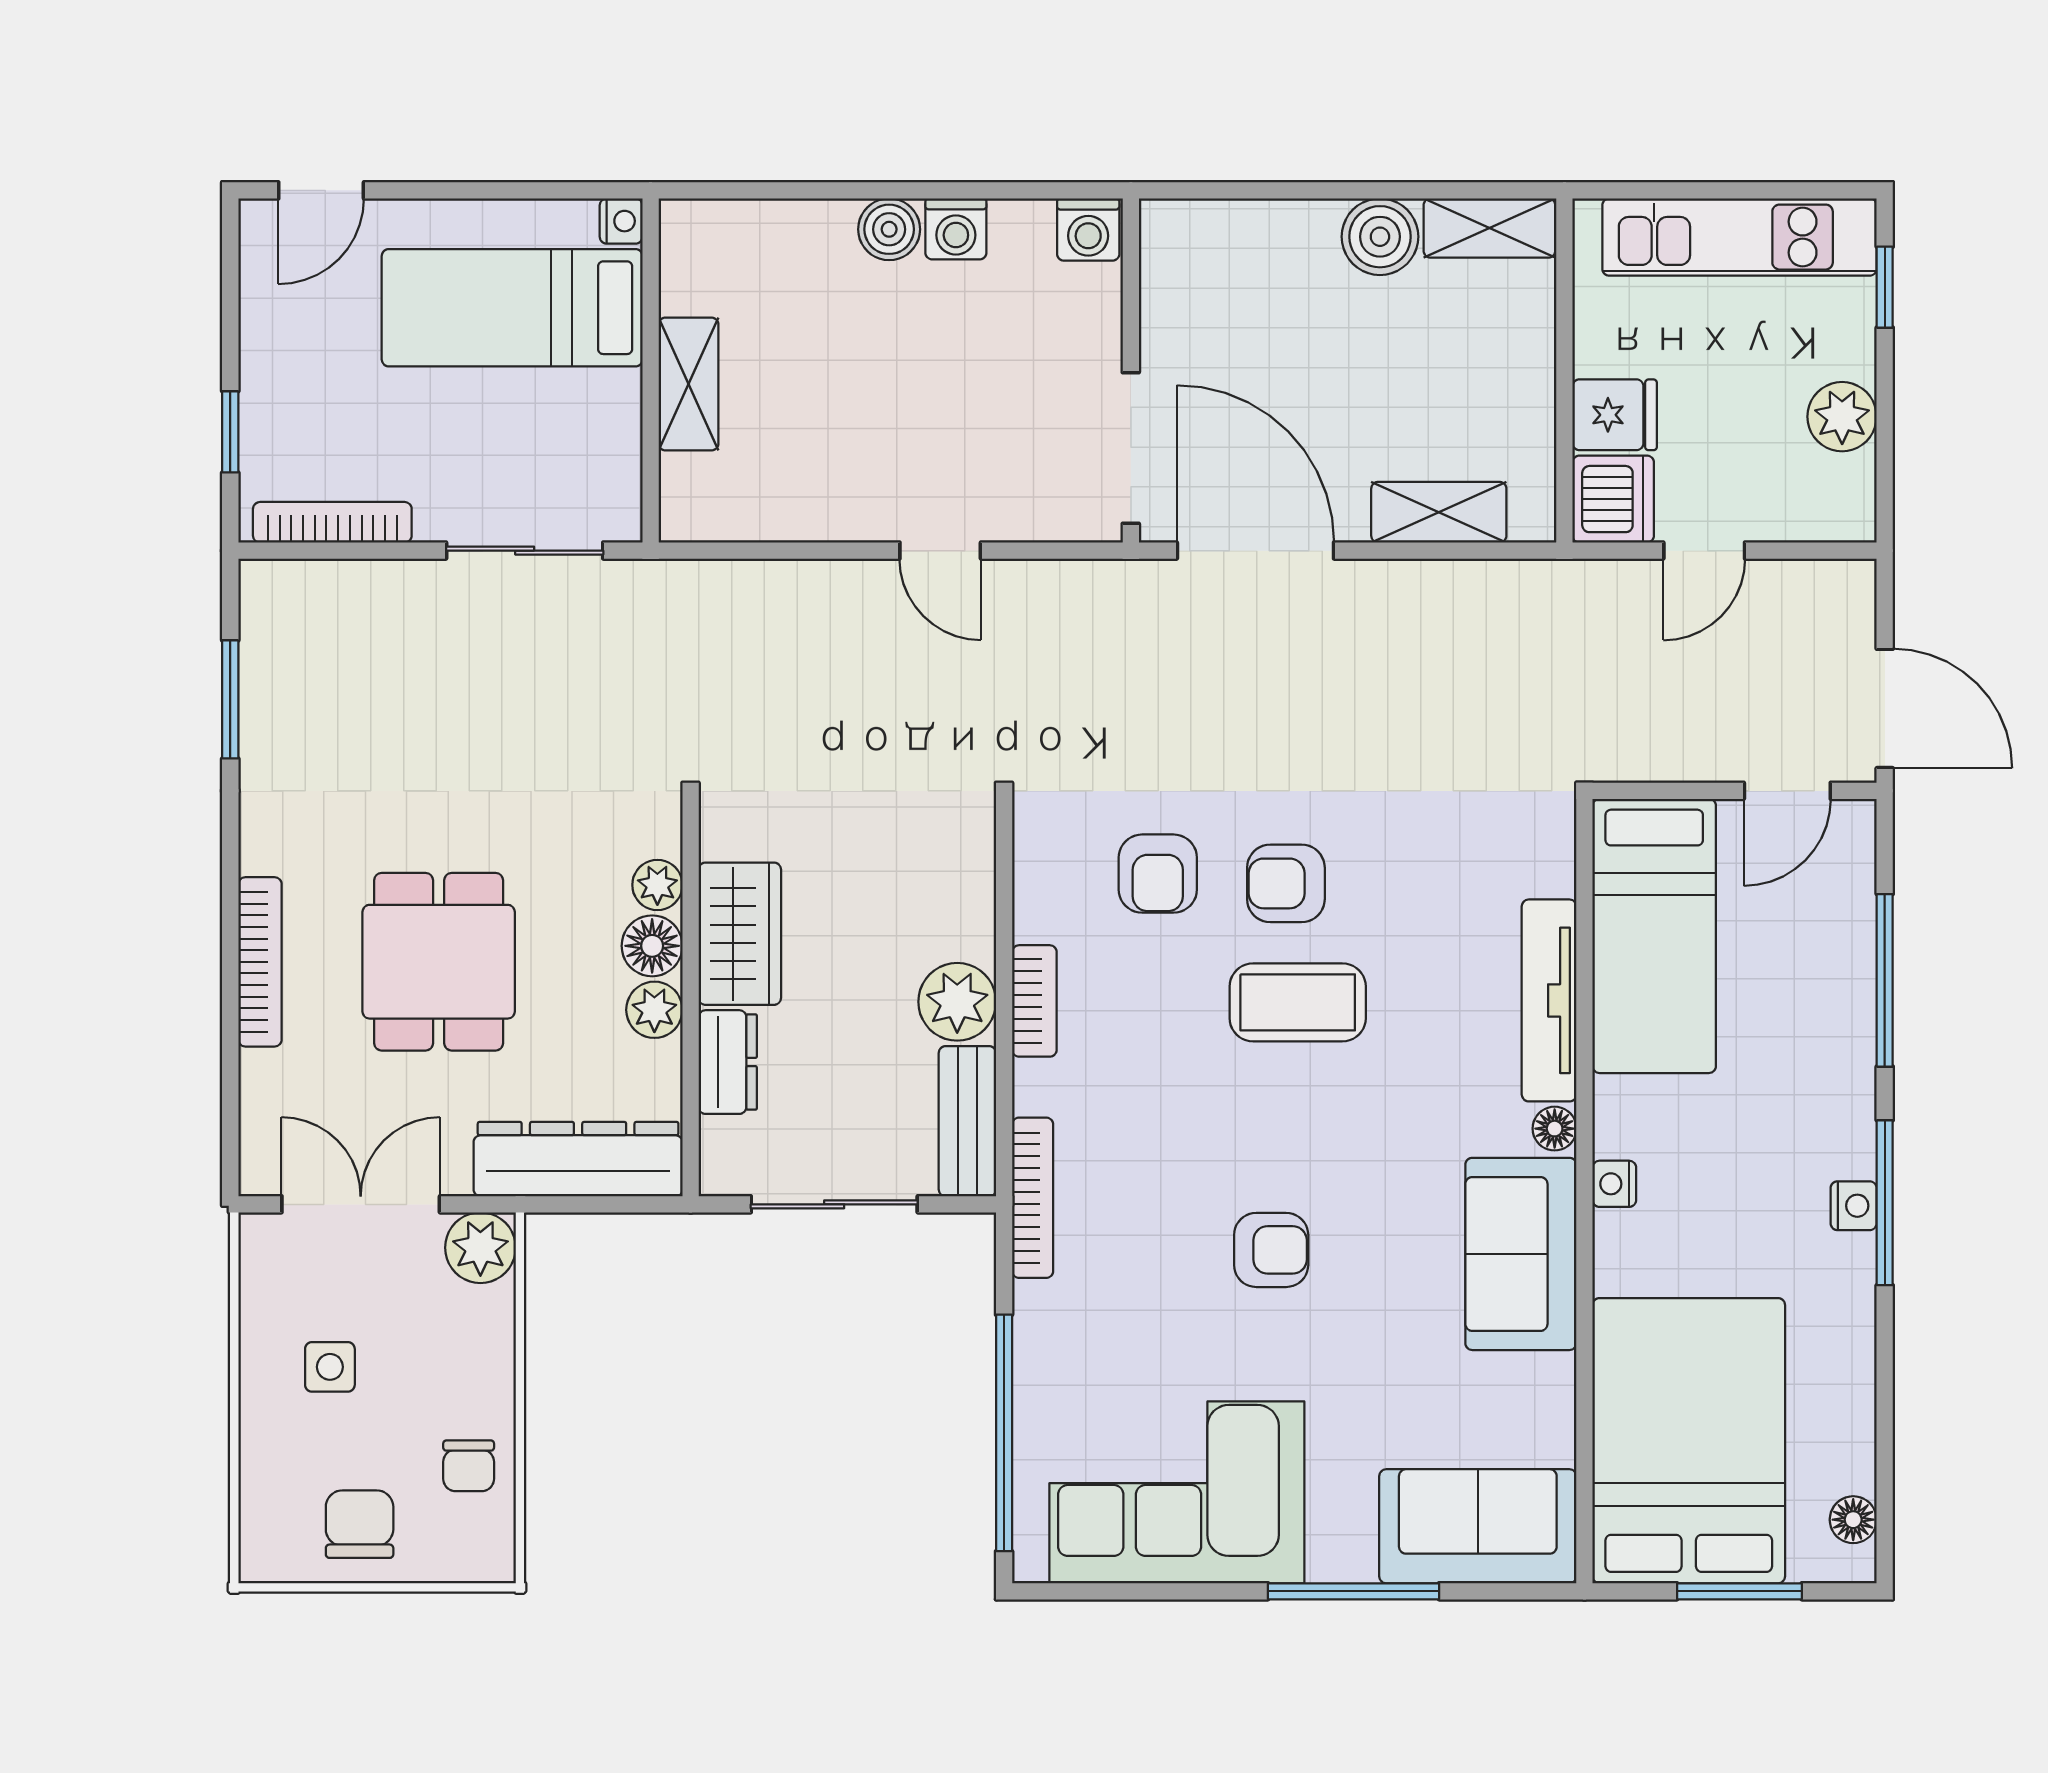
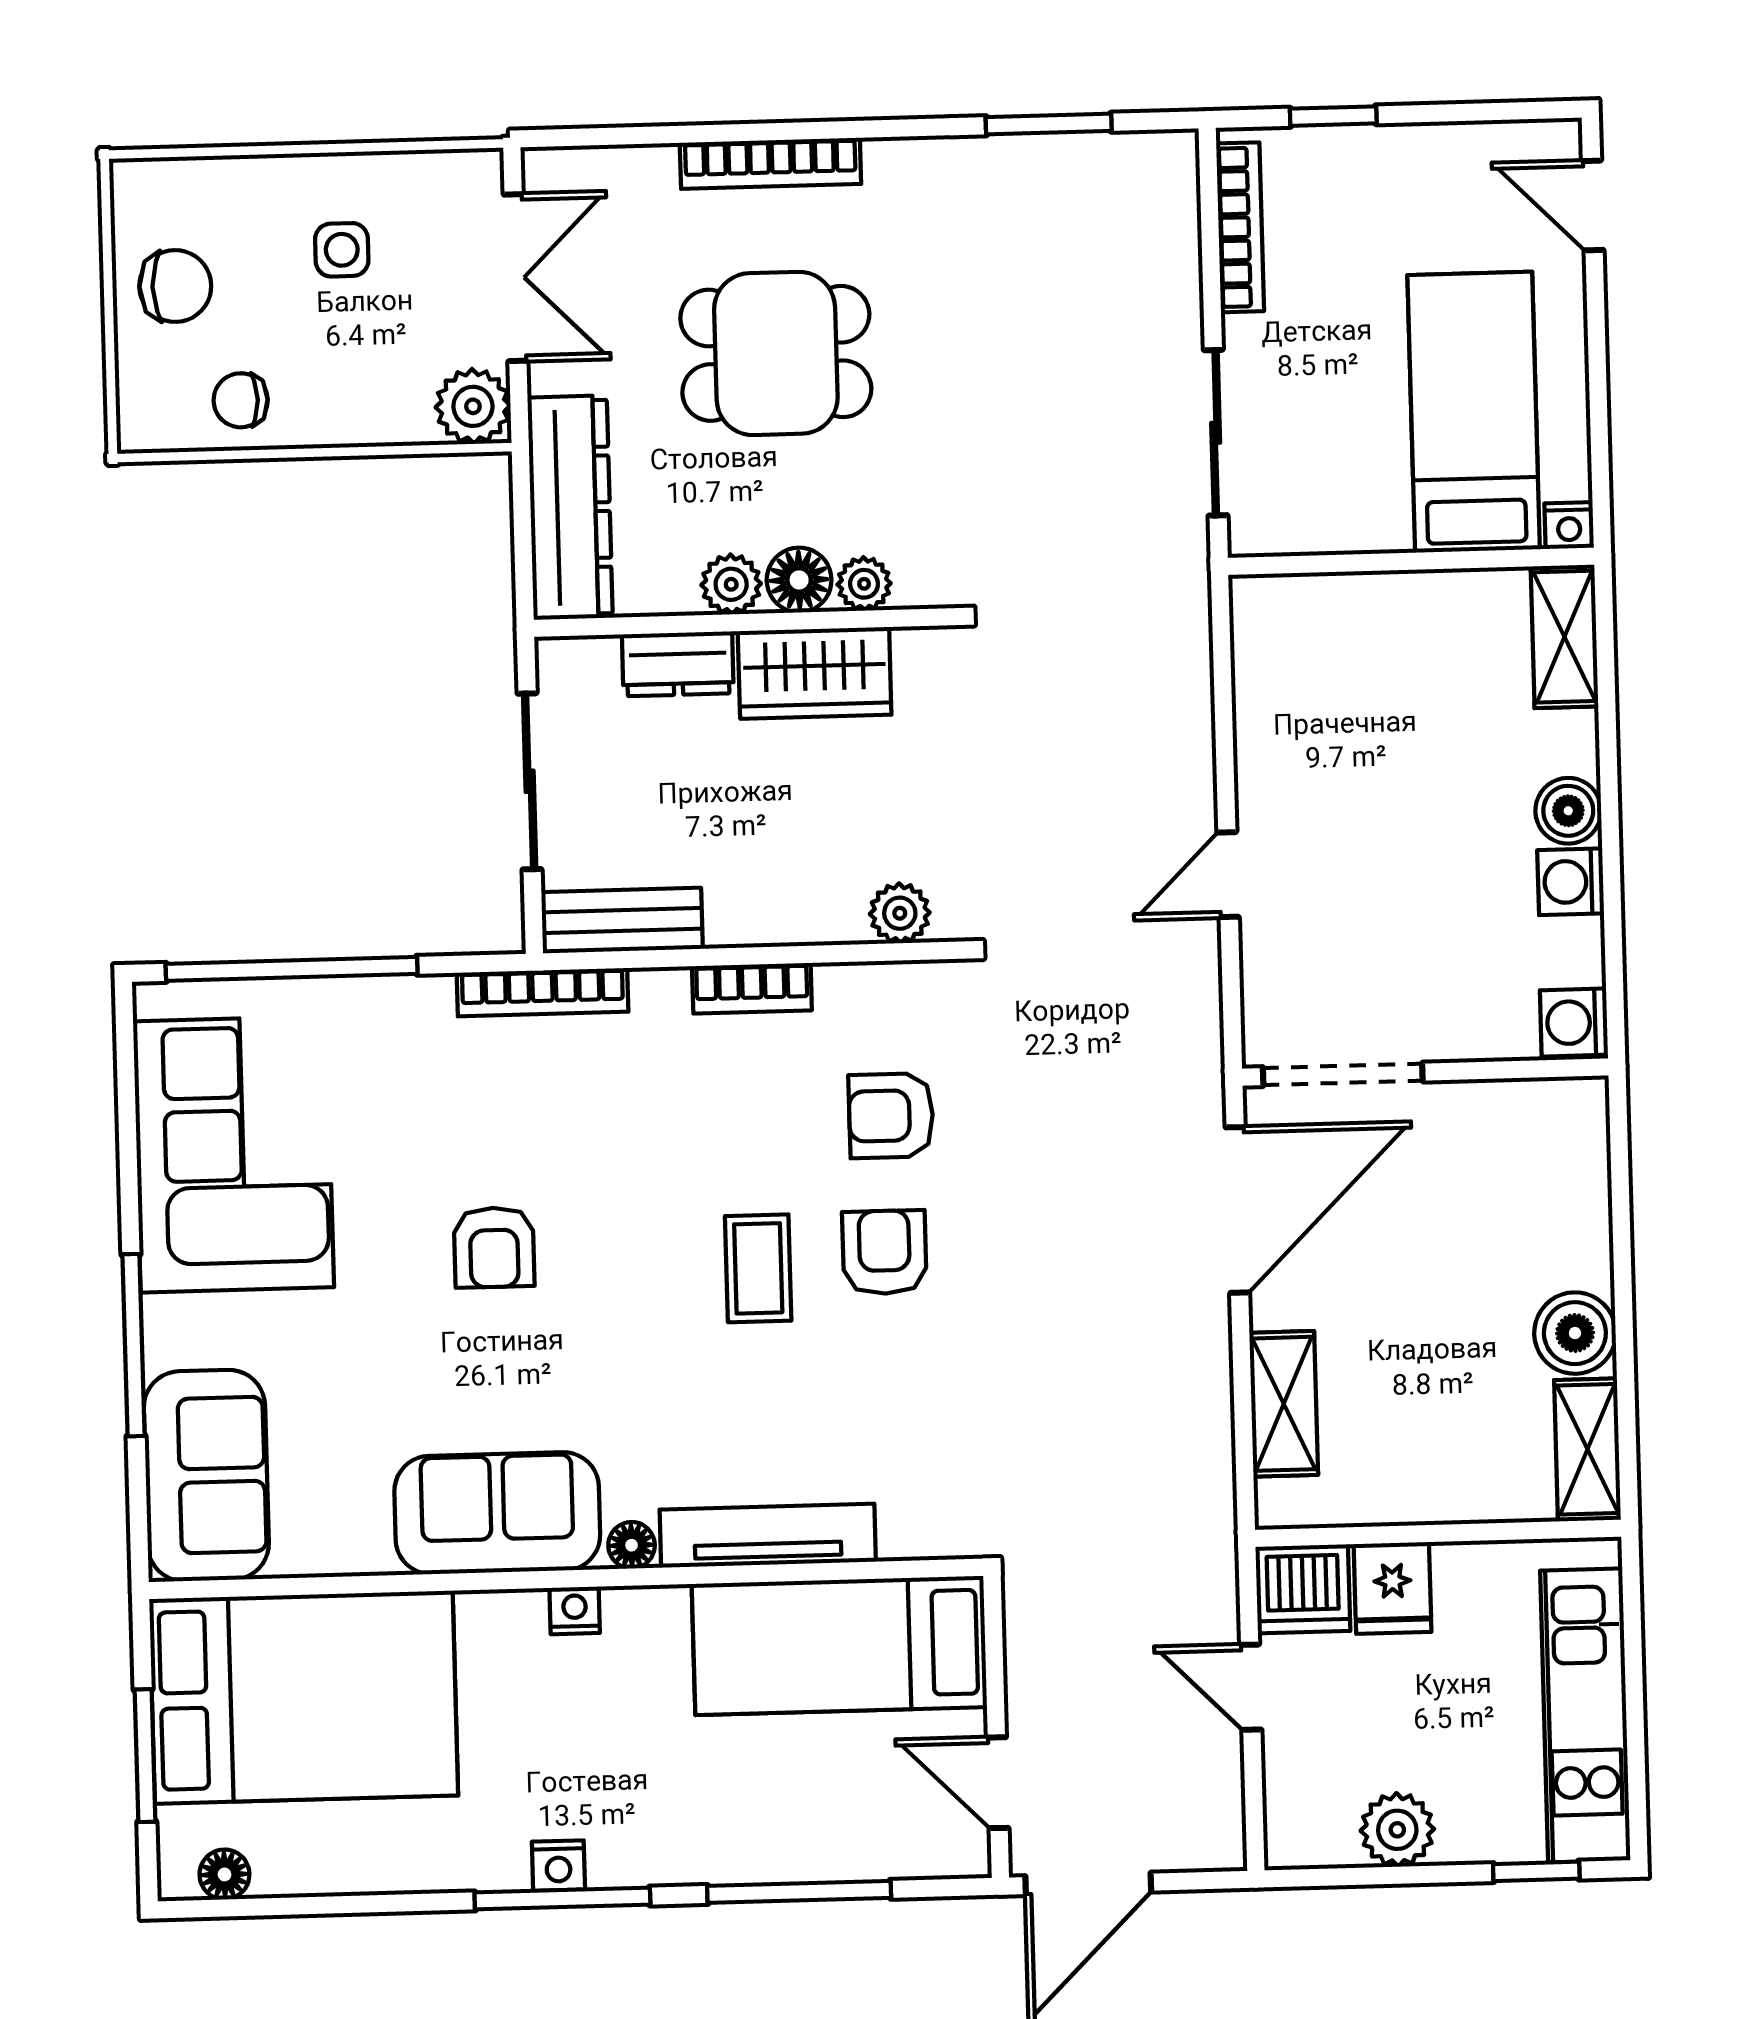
shelving: (688, 384) -> (1564, 637), moved, turned 90
plant: (957, 1002) -> (900, 913), moved, width x0.73, depth x0.73
coffee table: (1298, 1002) -> (758, 1268), width x0.73, depth x0.77

